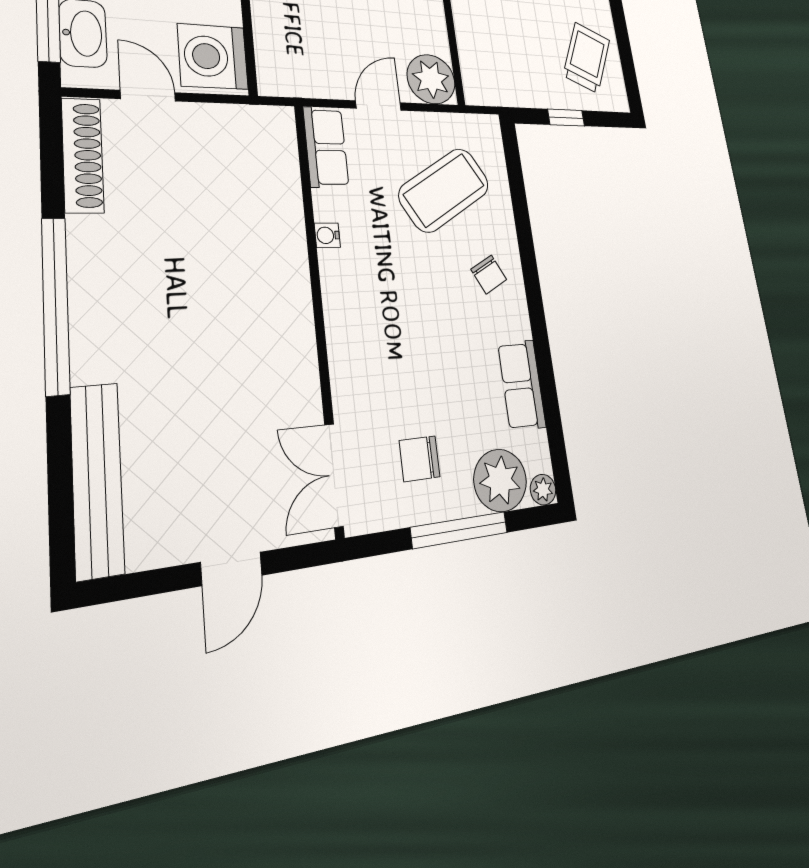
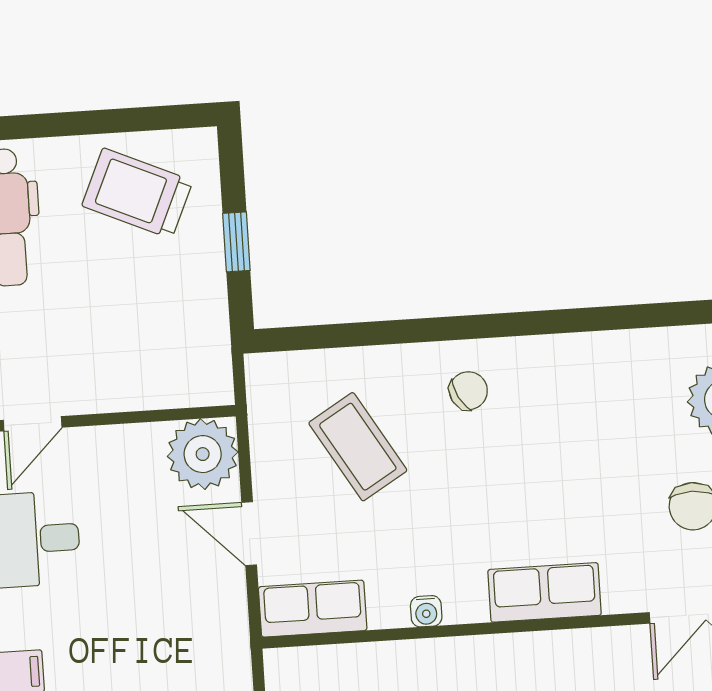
coffee table: (444, 190) -> (358, 447), width x0.73, depth x0.76
row of seats: (522, 385) -> (545, 592), moved, turned 180

